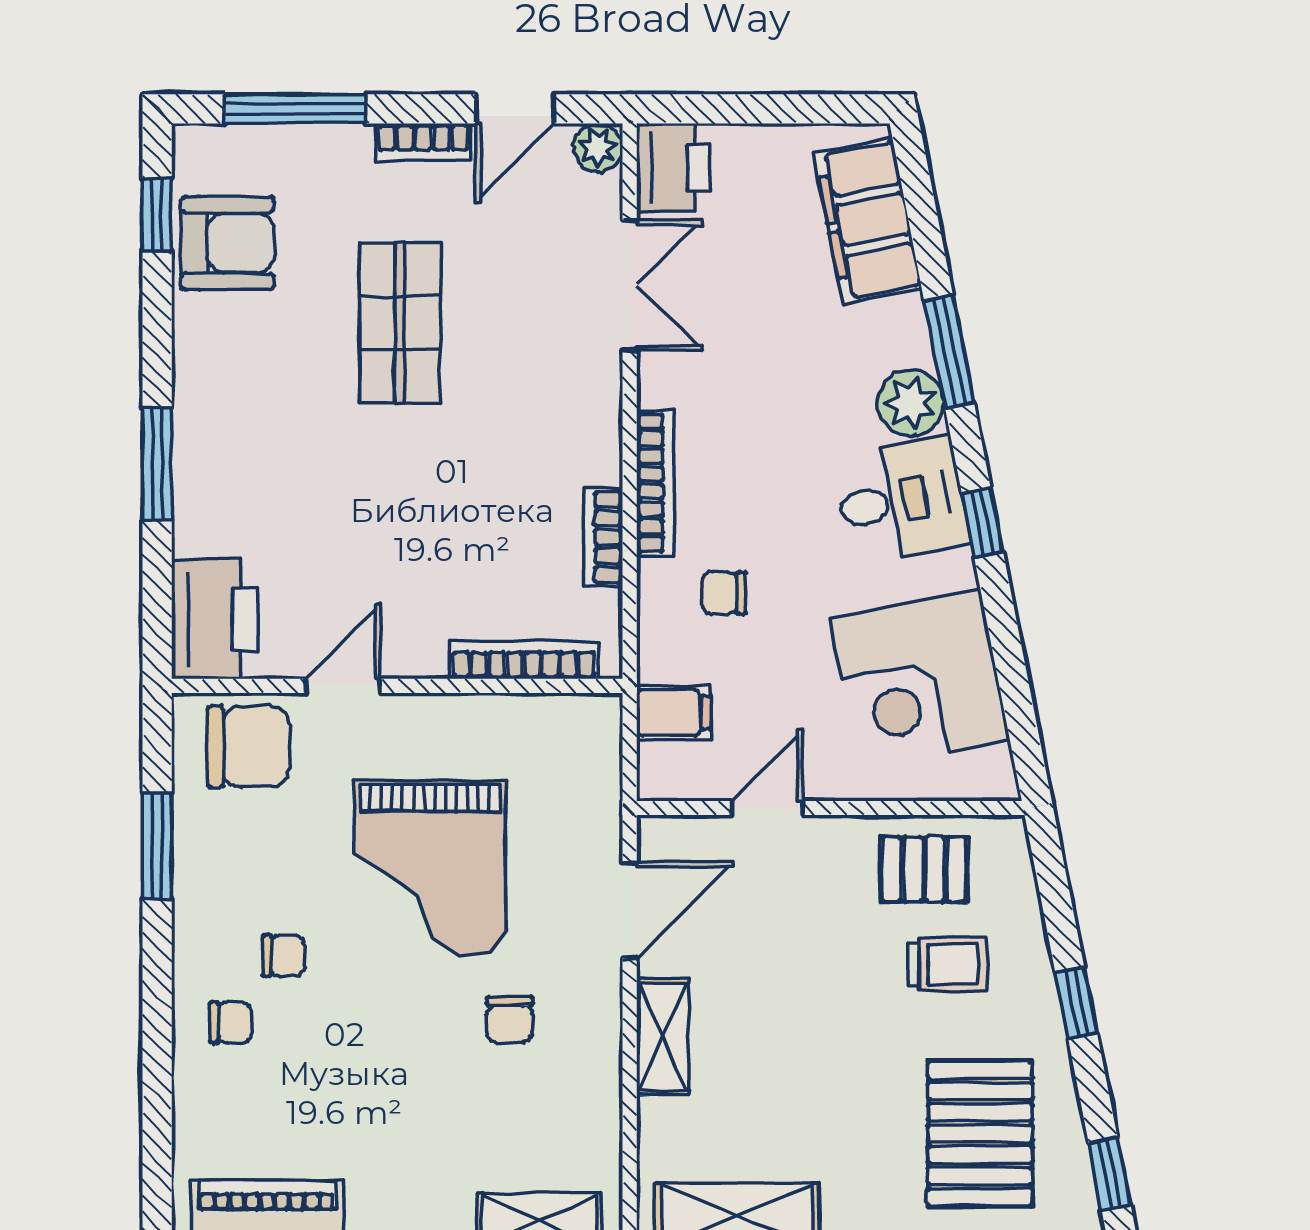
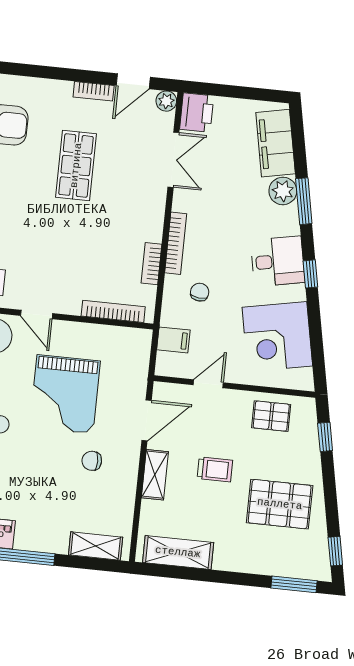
window: (295, 109) -> (41, 72), removed
plant: (911, 403) -> (283, 191), moved
chair: (724, 593) -> (200, 292), turned 96
door: (343, 686) -> (37, 315), swing flipped
trolley: (947, 964) -> (215, 469), moved
window: (1076, 1003) -> (325, 437), moved
chair: (510, 1020) -> (92, 461), turned 90
pallet: (980, 1134) -> (280, 504), moved, turned 90

